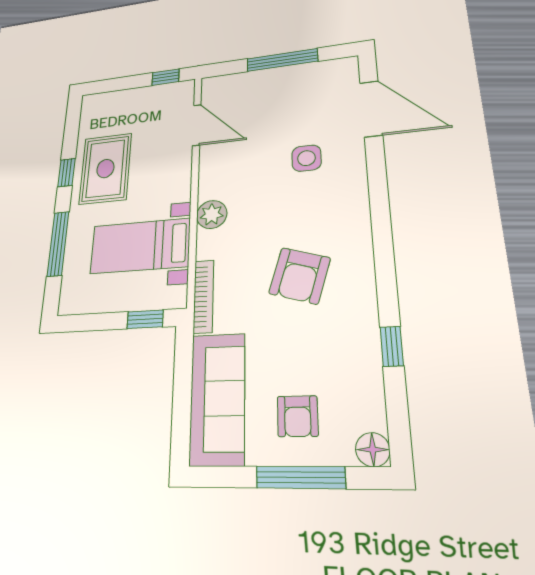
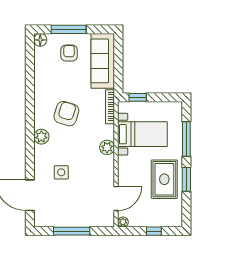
window: (165, 77) -> (154, 231), moved
plant: (185, 89) -> (123, 222), added
door: (197, 125) -> (116, 199), swing flipped
window: (66, 173) -> (186, 179), width x1.50
plant: (354, 223) -> (41, 137), added
window: (392, 346) -> (30, 80), removed

